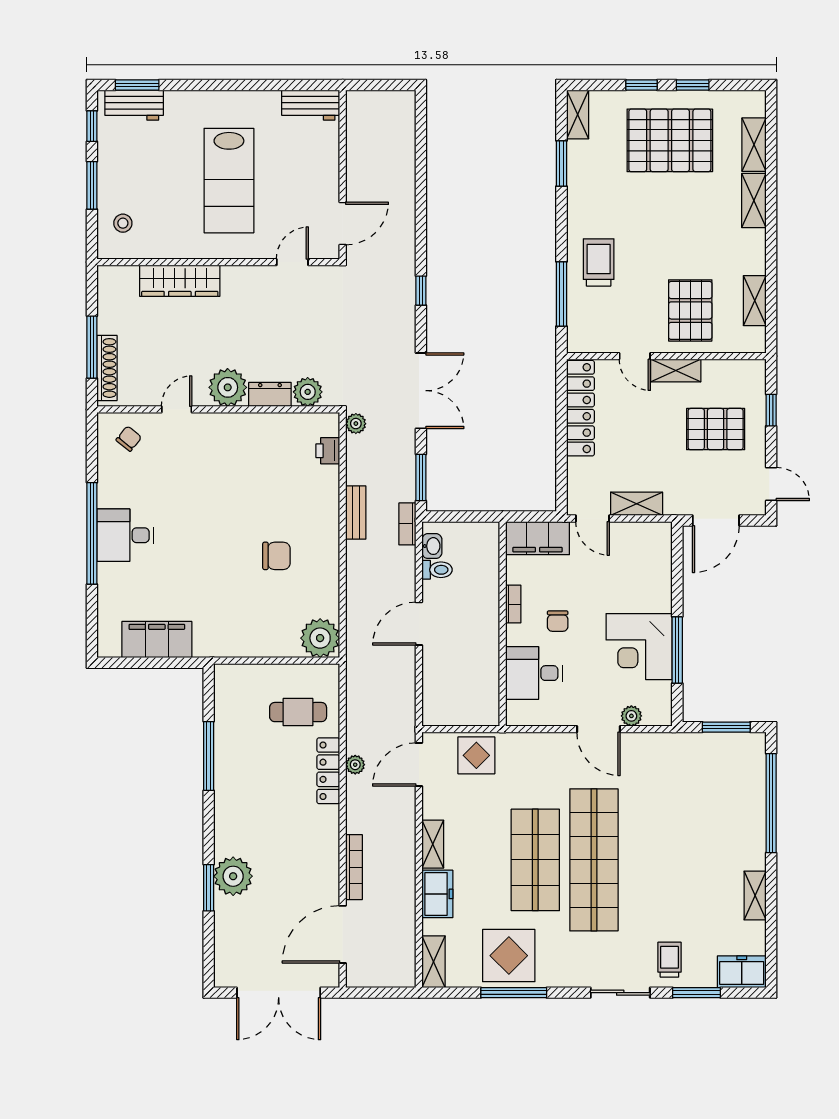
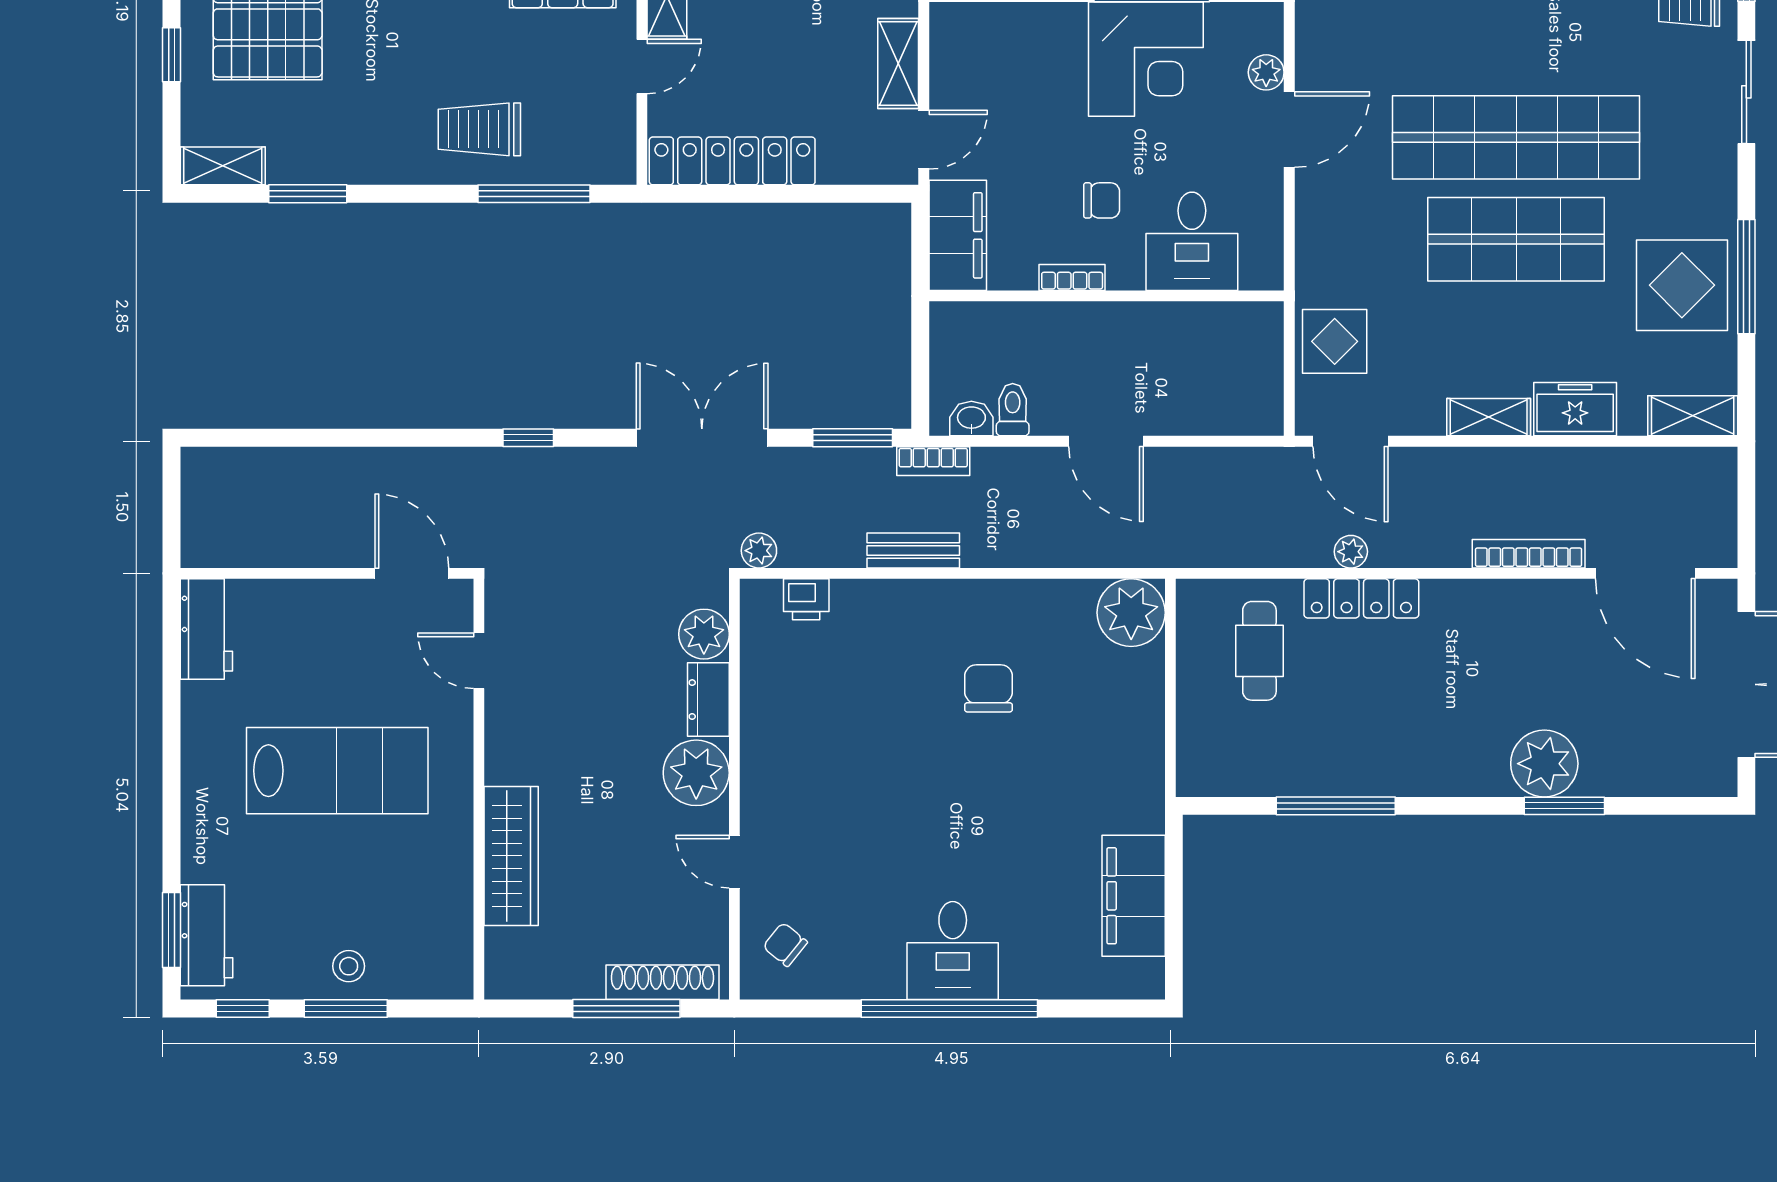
stool: (123, 223) -> (349, 966), moved

